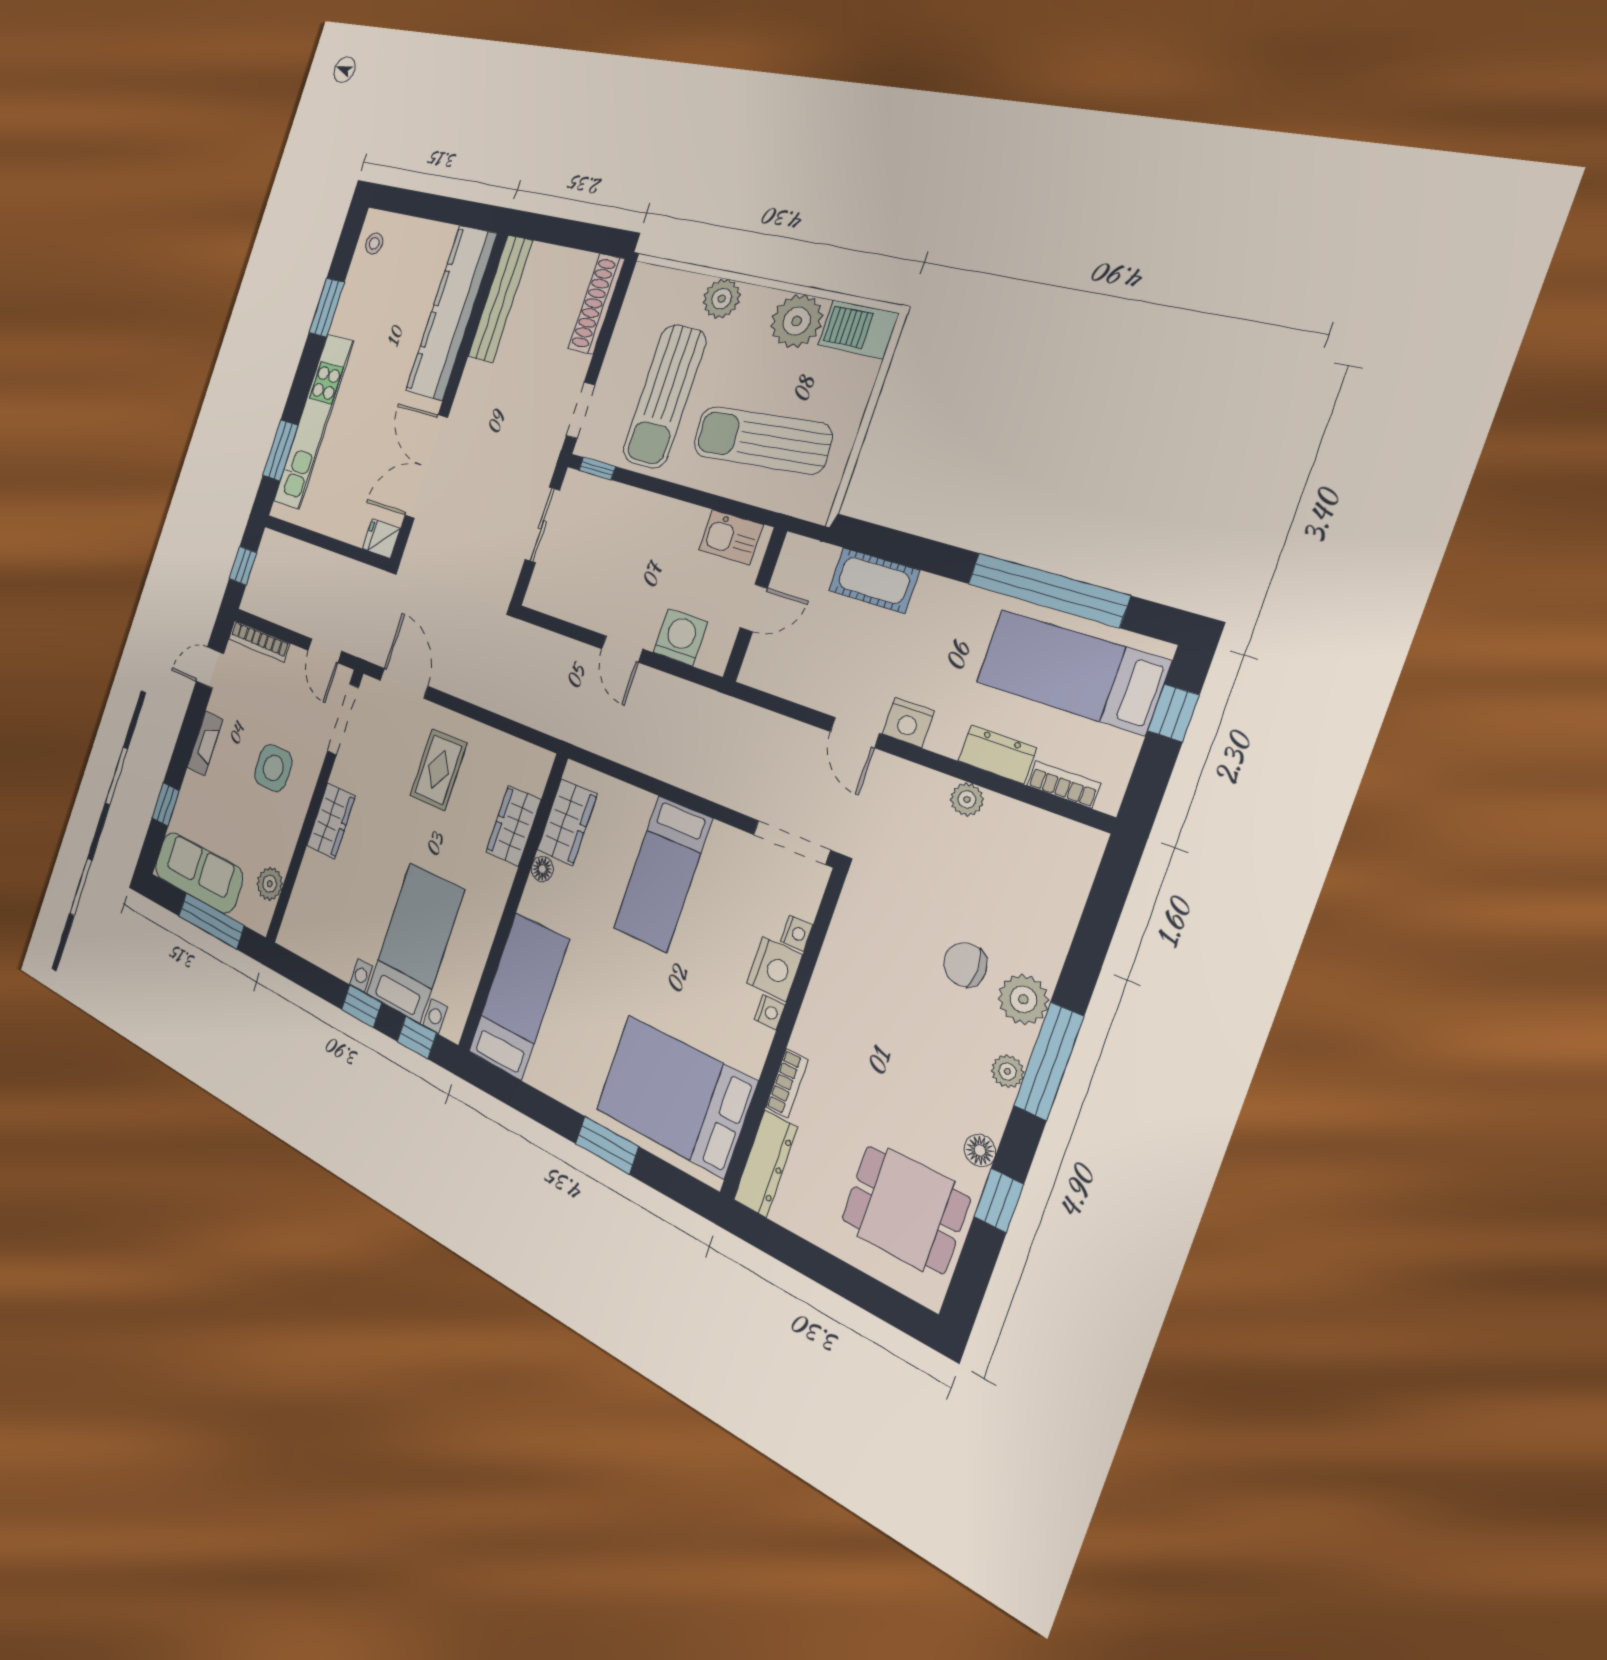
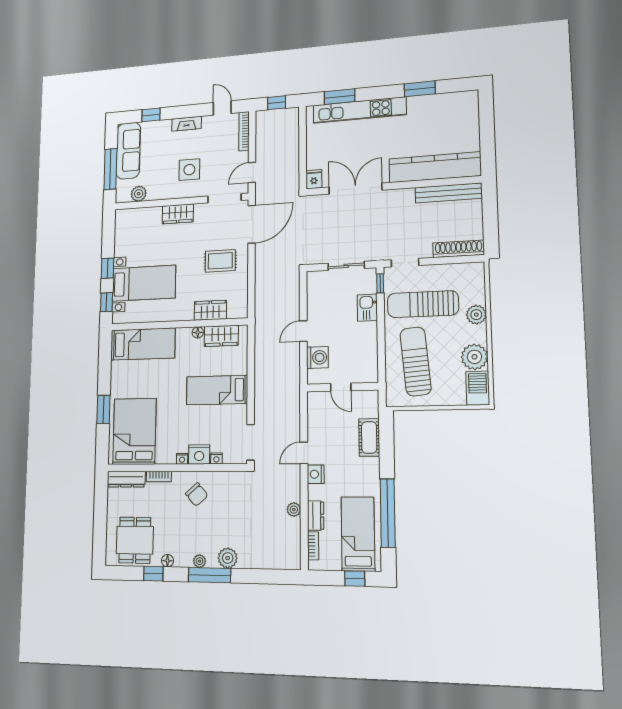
stool: (374, 243) -> (460, 102), removed
kitchen sink: (731, 537) -> (367, 308), moved
door: (404, 683) -> (252, 224), width x1.36
chair: (965, 965) -> (197, 495), moved, turned 139

